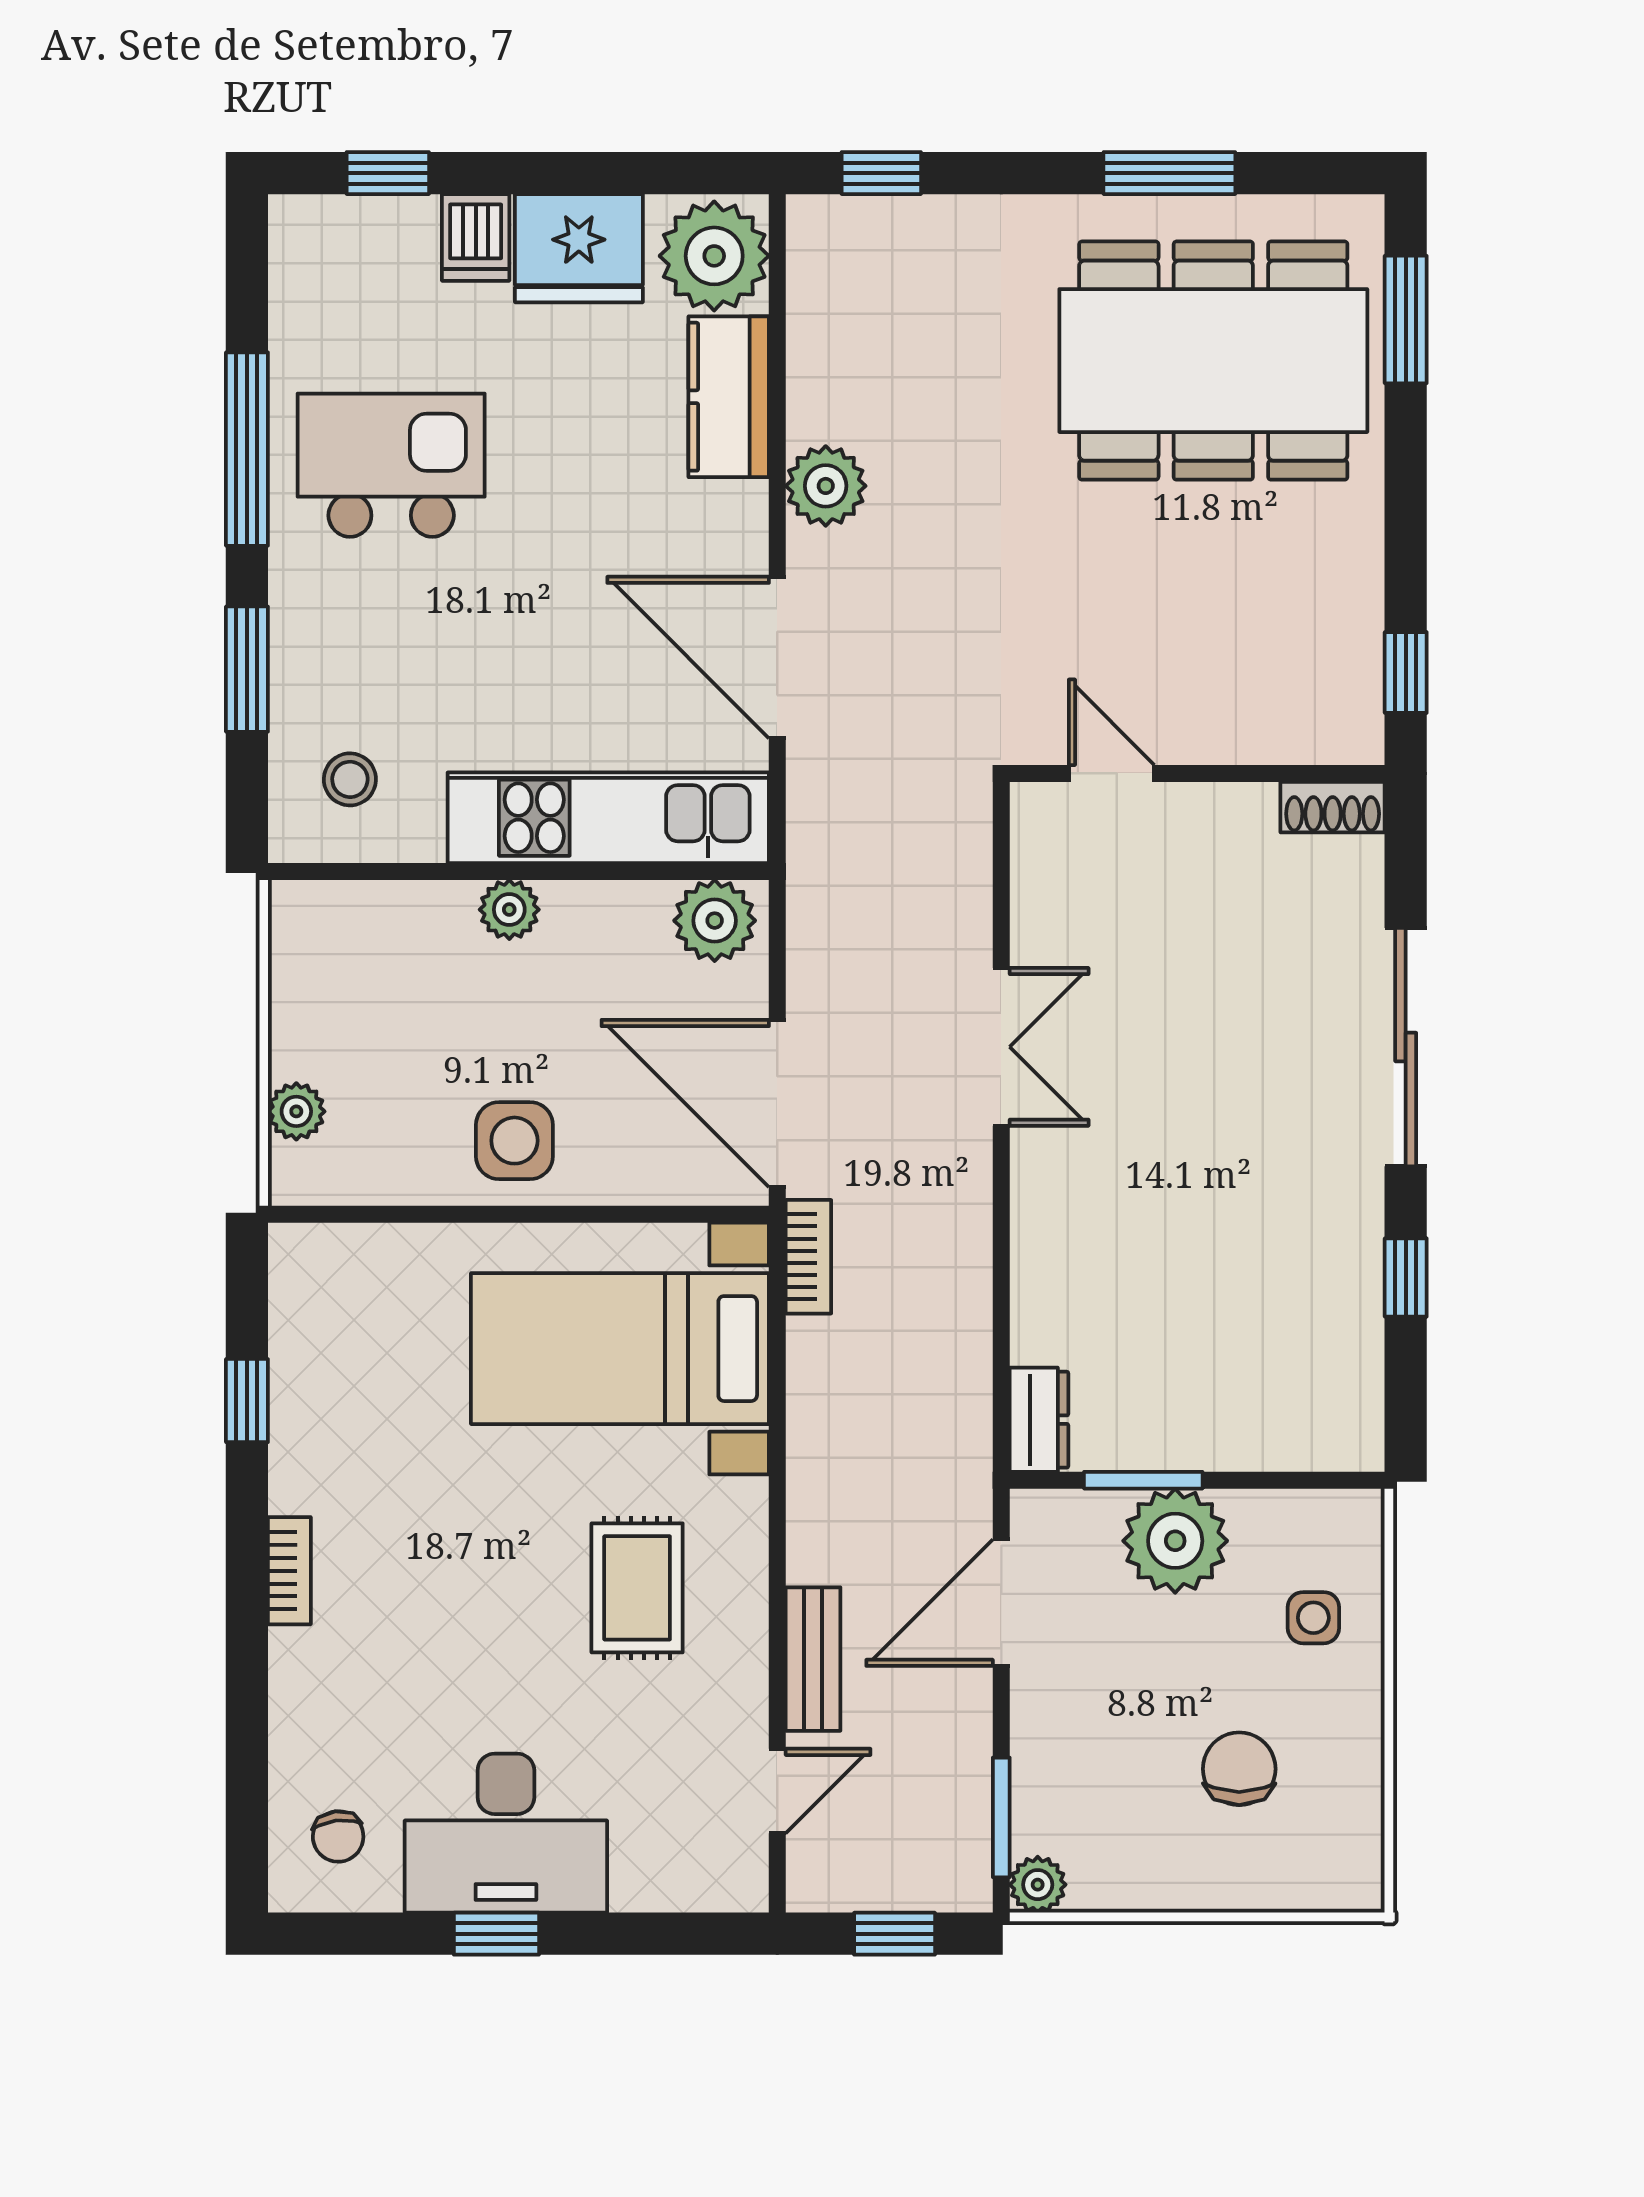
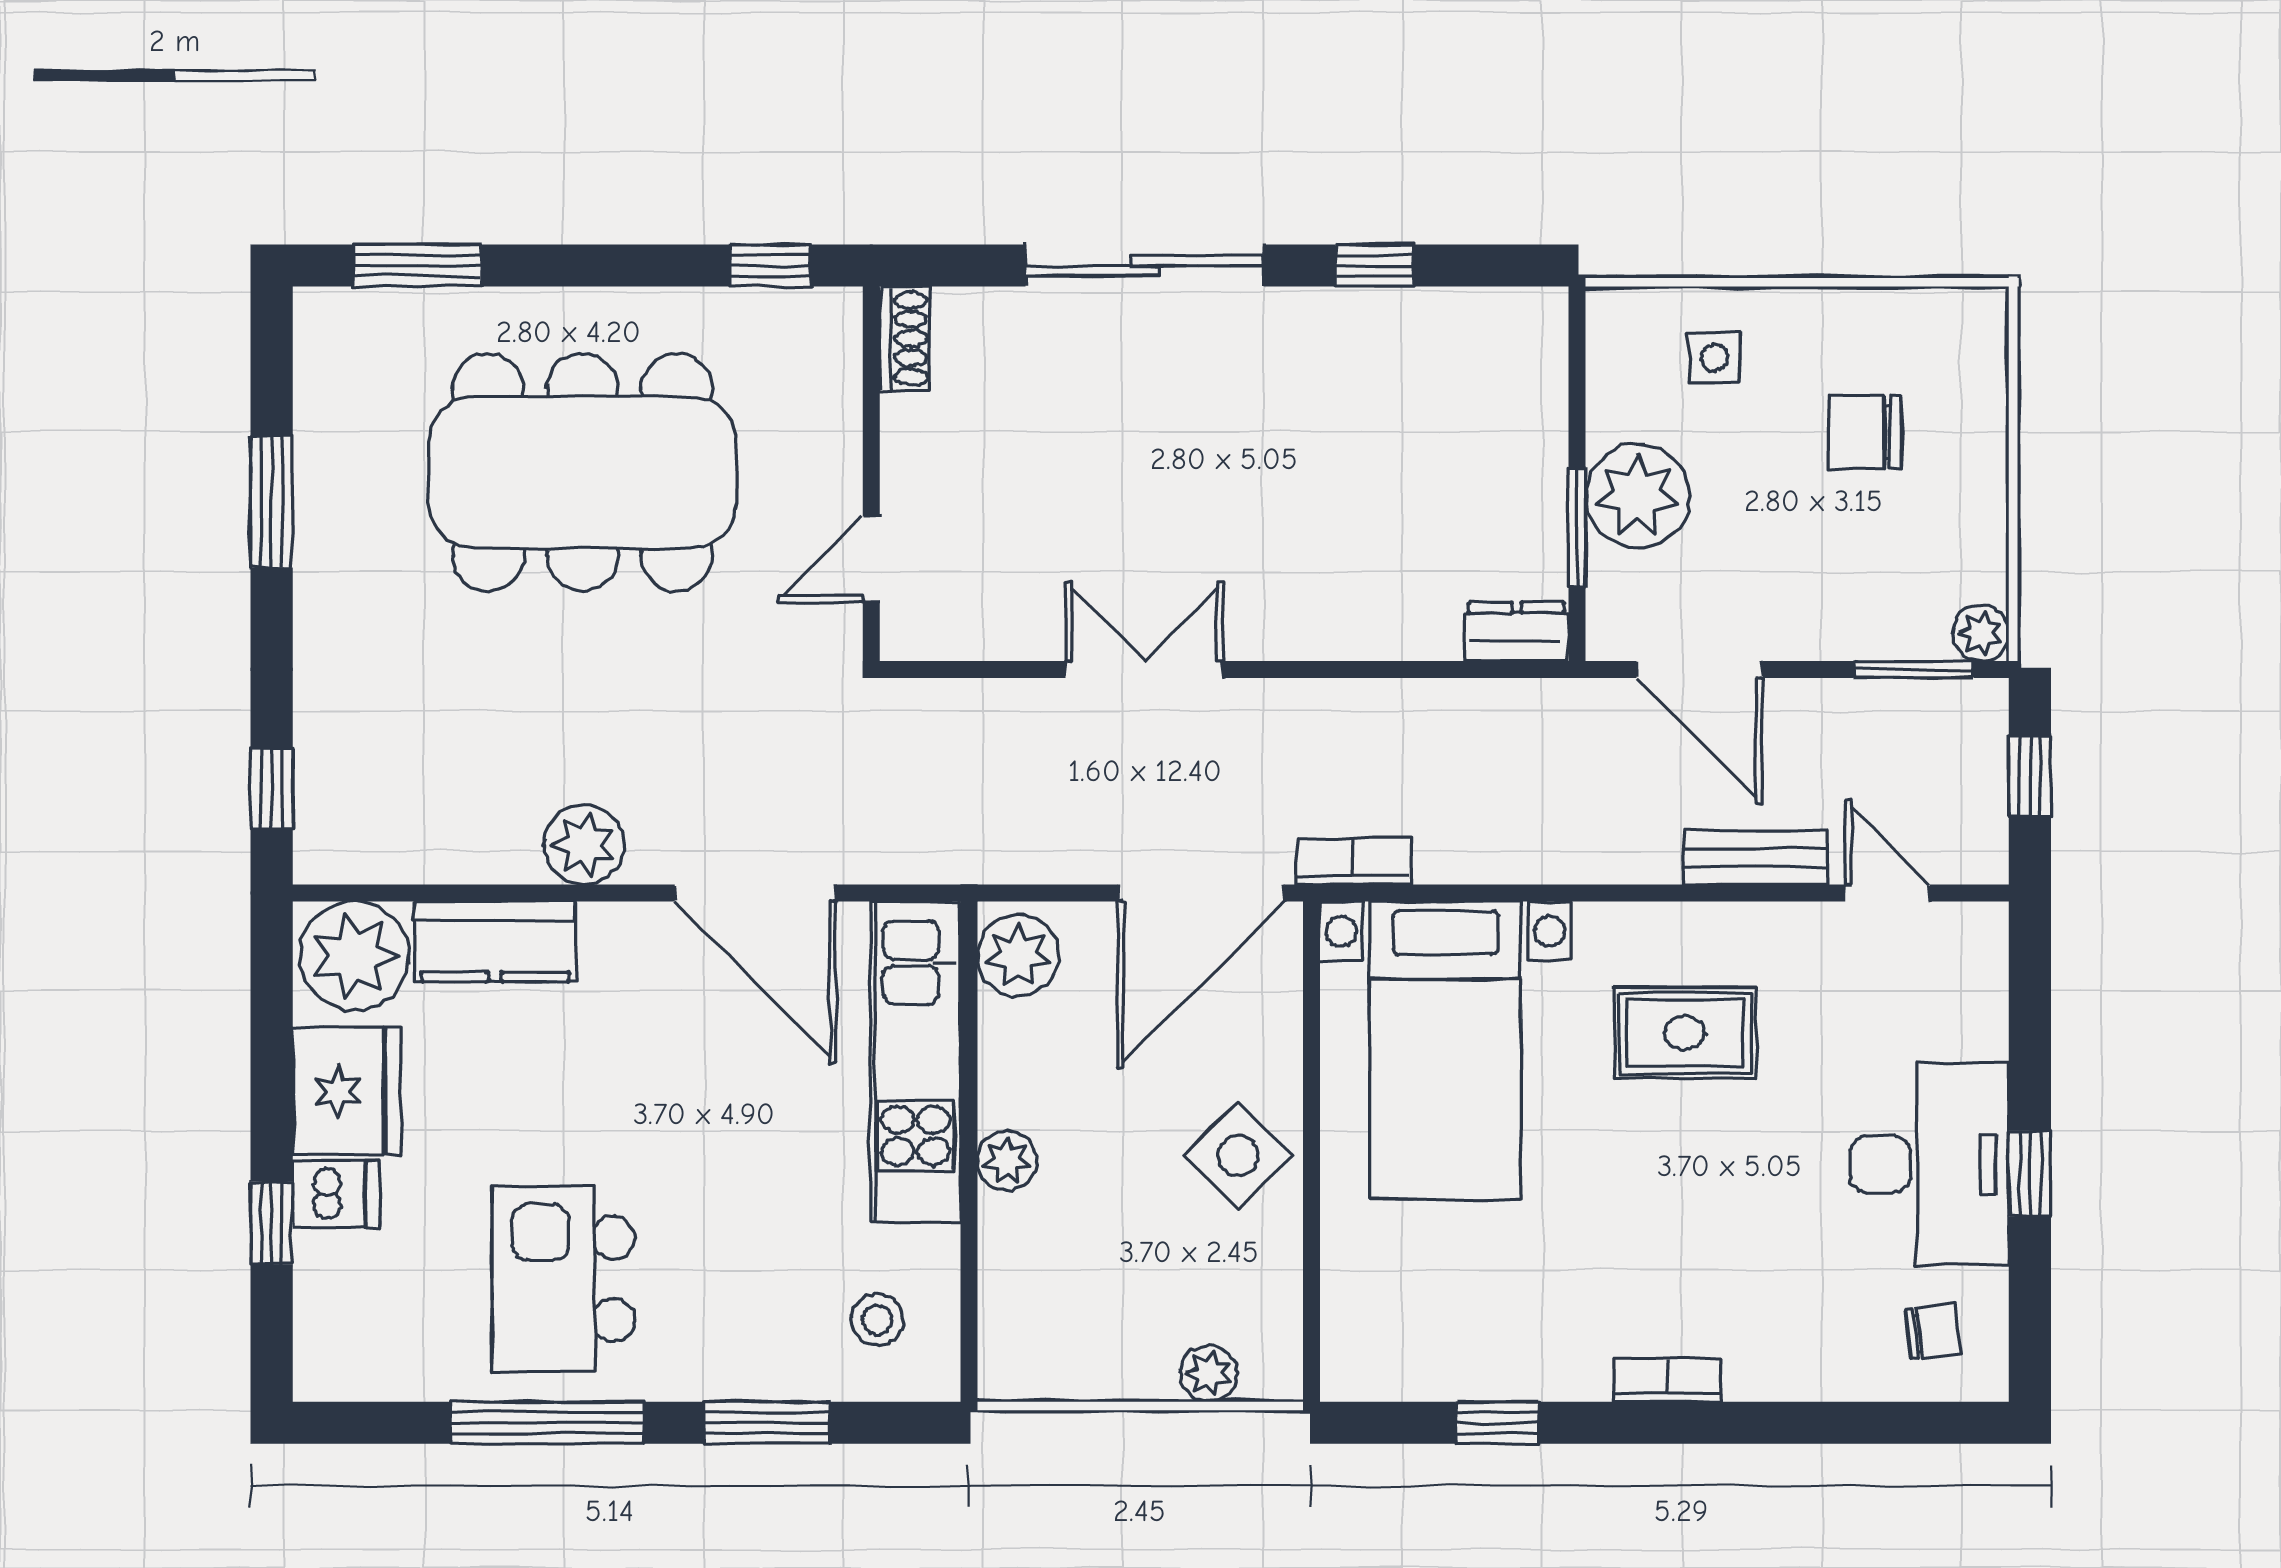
window: (388, 173) -> (272, 1223), moved
dining table: (1213, 361) -> (582, 472), moved, turned 90
door: (777, 657) -> (755, 893), hinge flipped
side table: (514, 1141) -> (1238, 1156), turned 45

